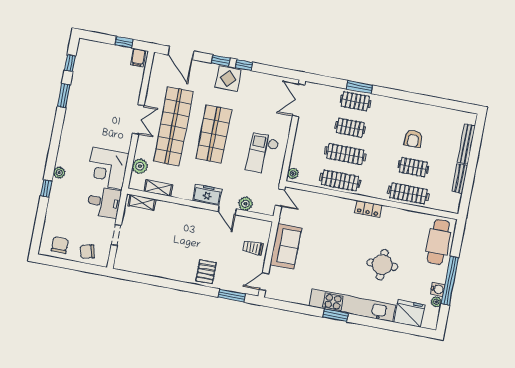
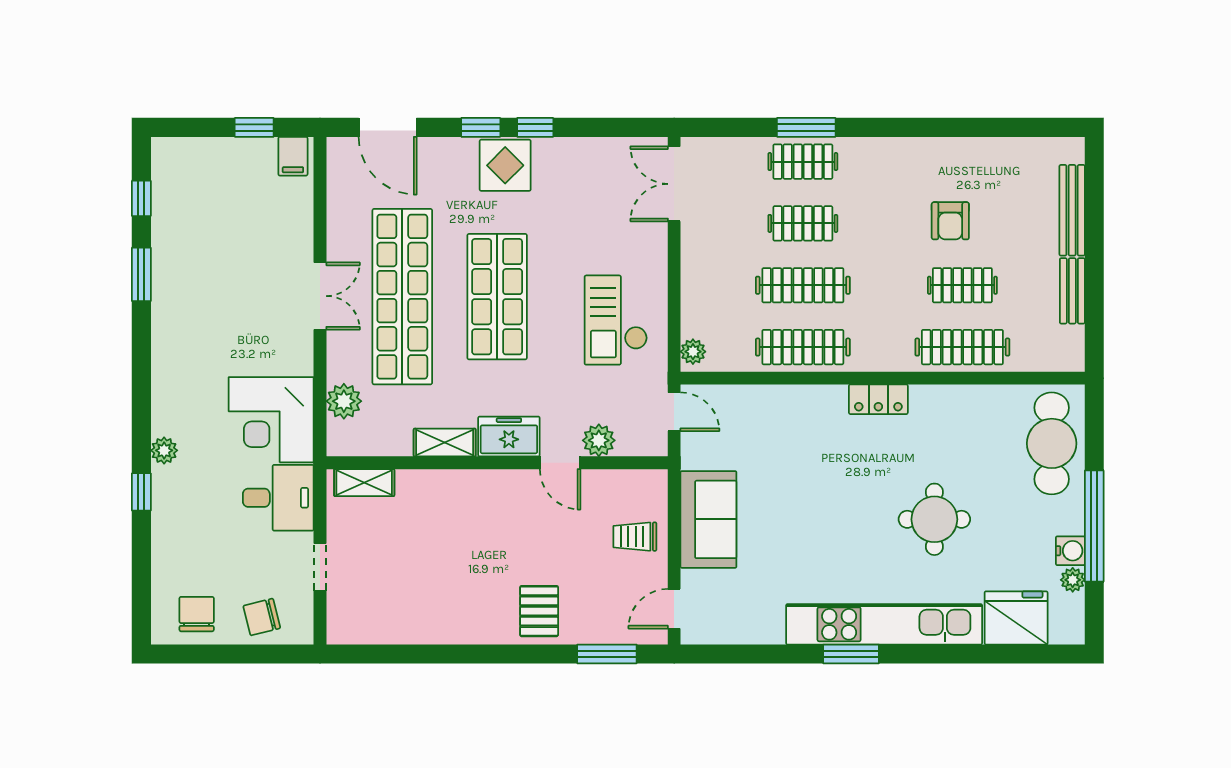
shelving: (159, 188) -> (445, 443), moved

